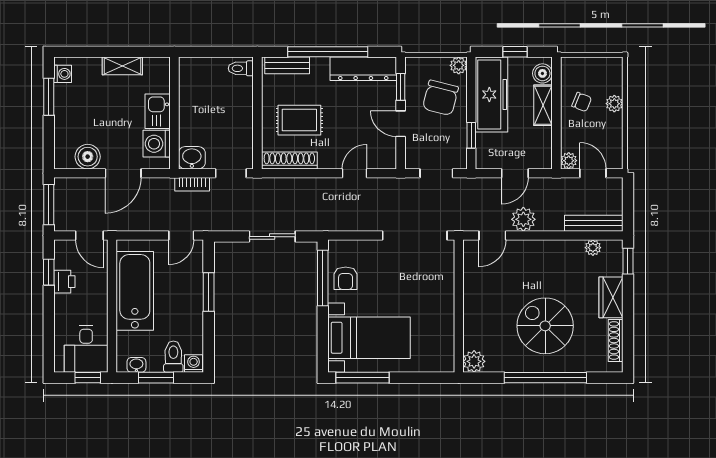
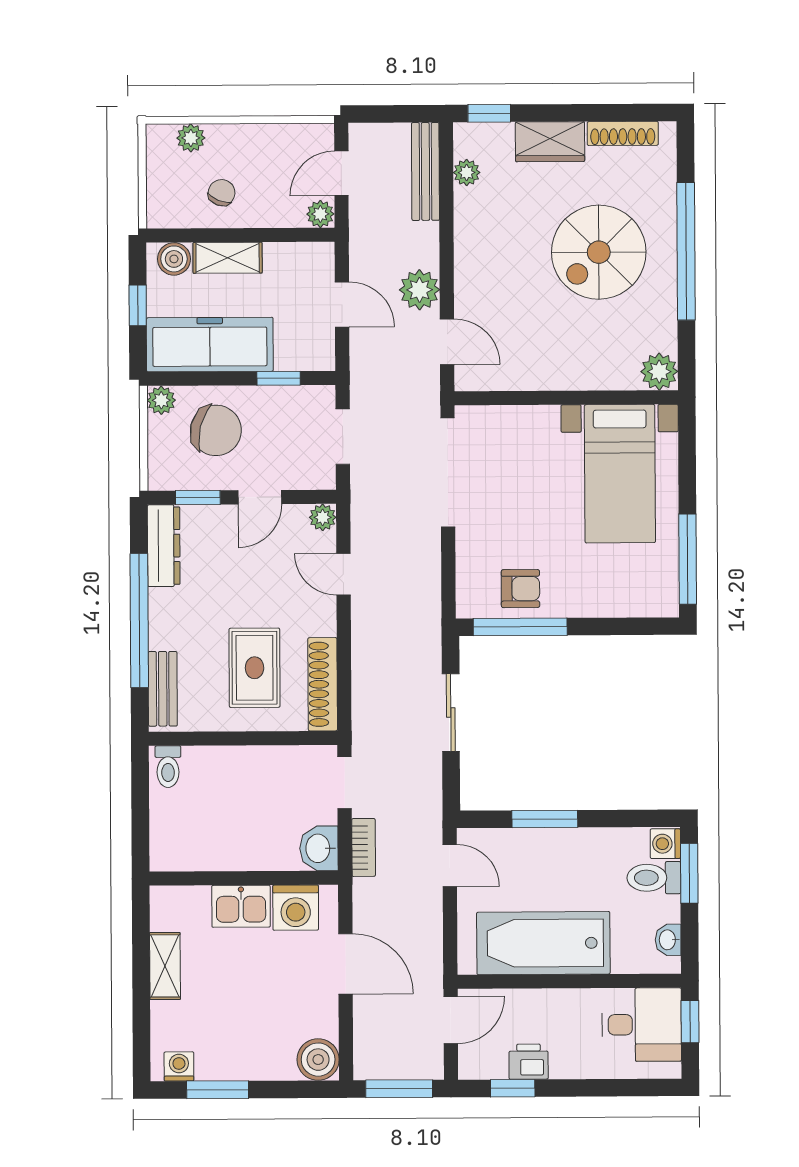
dresser: (363, 69) -> (164, 546), width x0.73, depth x0.80
plant: (614, 104) -> (191, 138), moved
boiler: (88, 157) -> (318, 1060), moved
plant: (388, 161) -> (323, 517), added
bed with nightstands: (369, 338) -> (620, 474), moved, turned 180
window: (156, 378) -> (689, 873), moved

